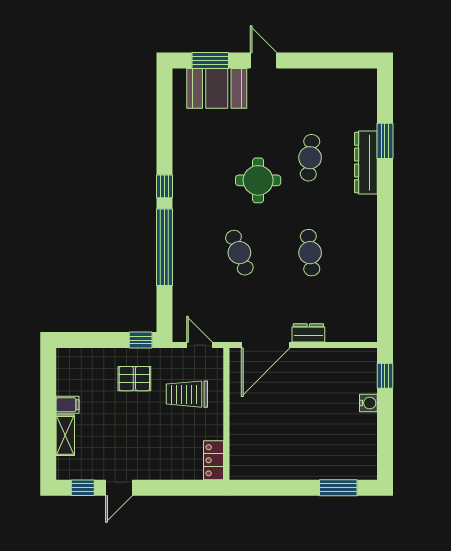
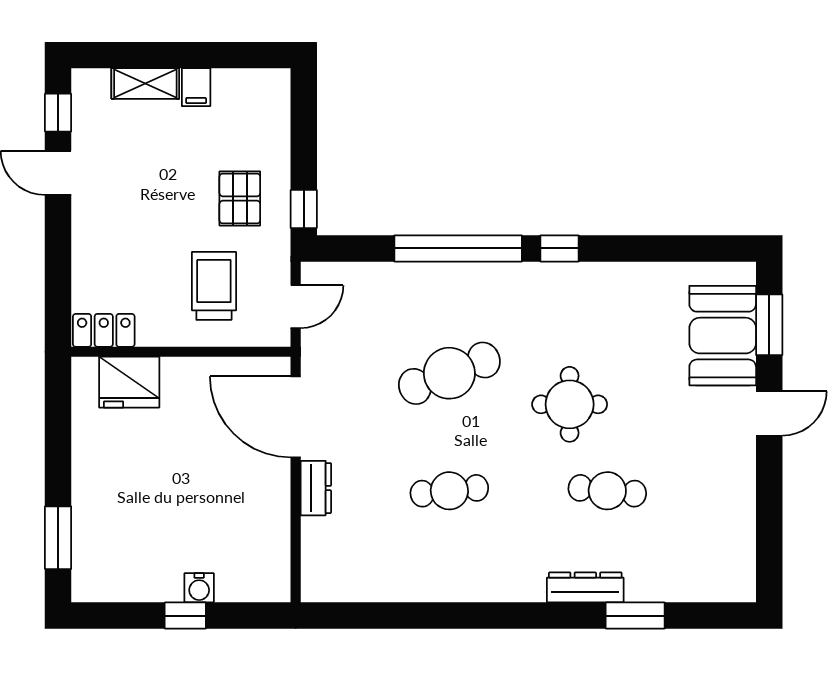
dresser: (366, 163) -> (585, 587), width x0.73, depth x0.80
cafe table: (239, 253) -> (449, 373), width x1.37, depth x1.35
window: (385, 376) -> (185, 616), moved
fridge: (245, 445) -> (129, 382), added

